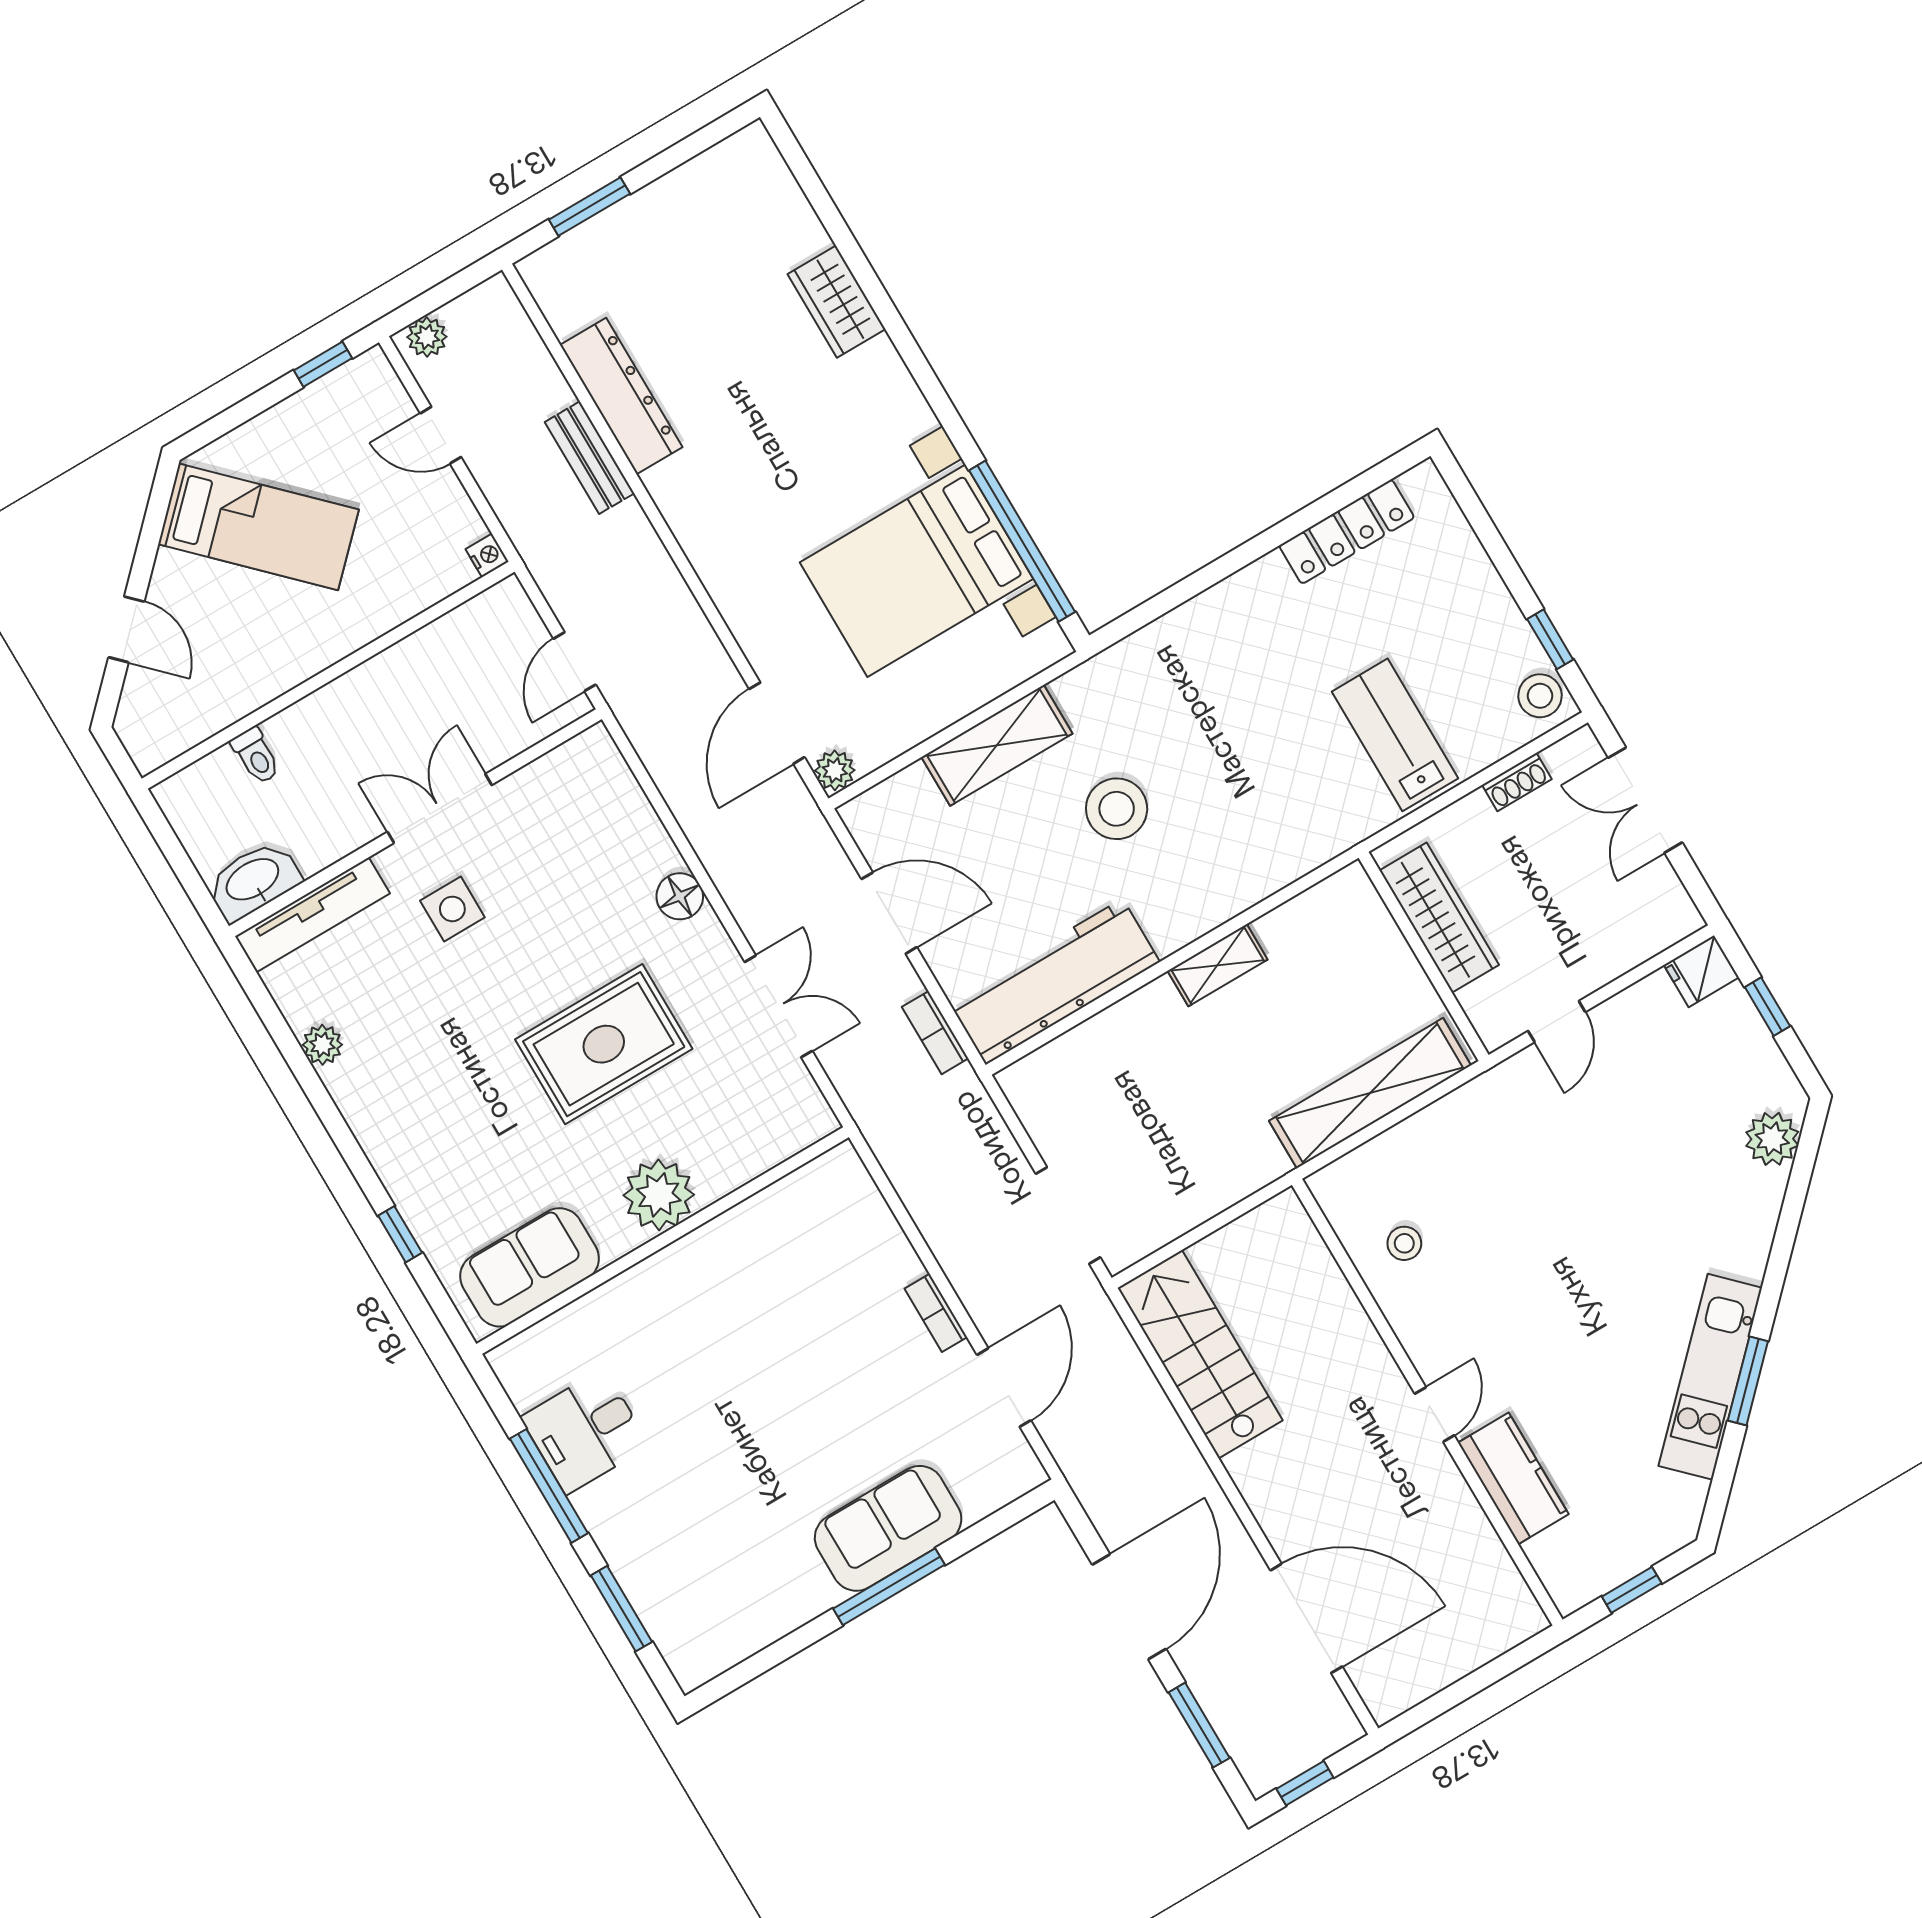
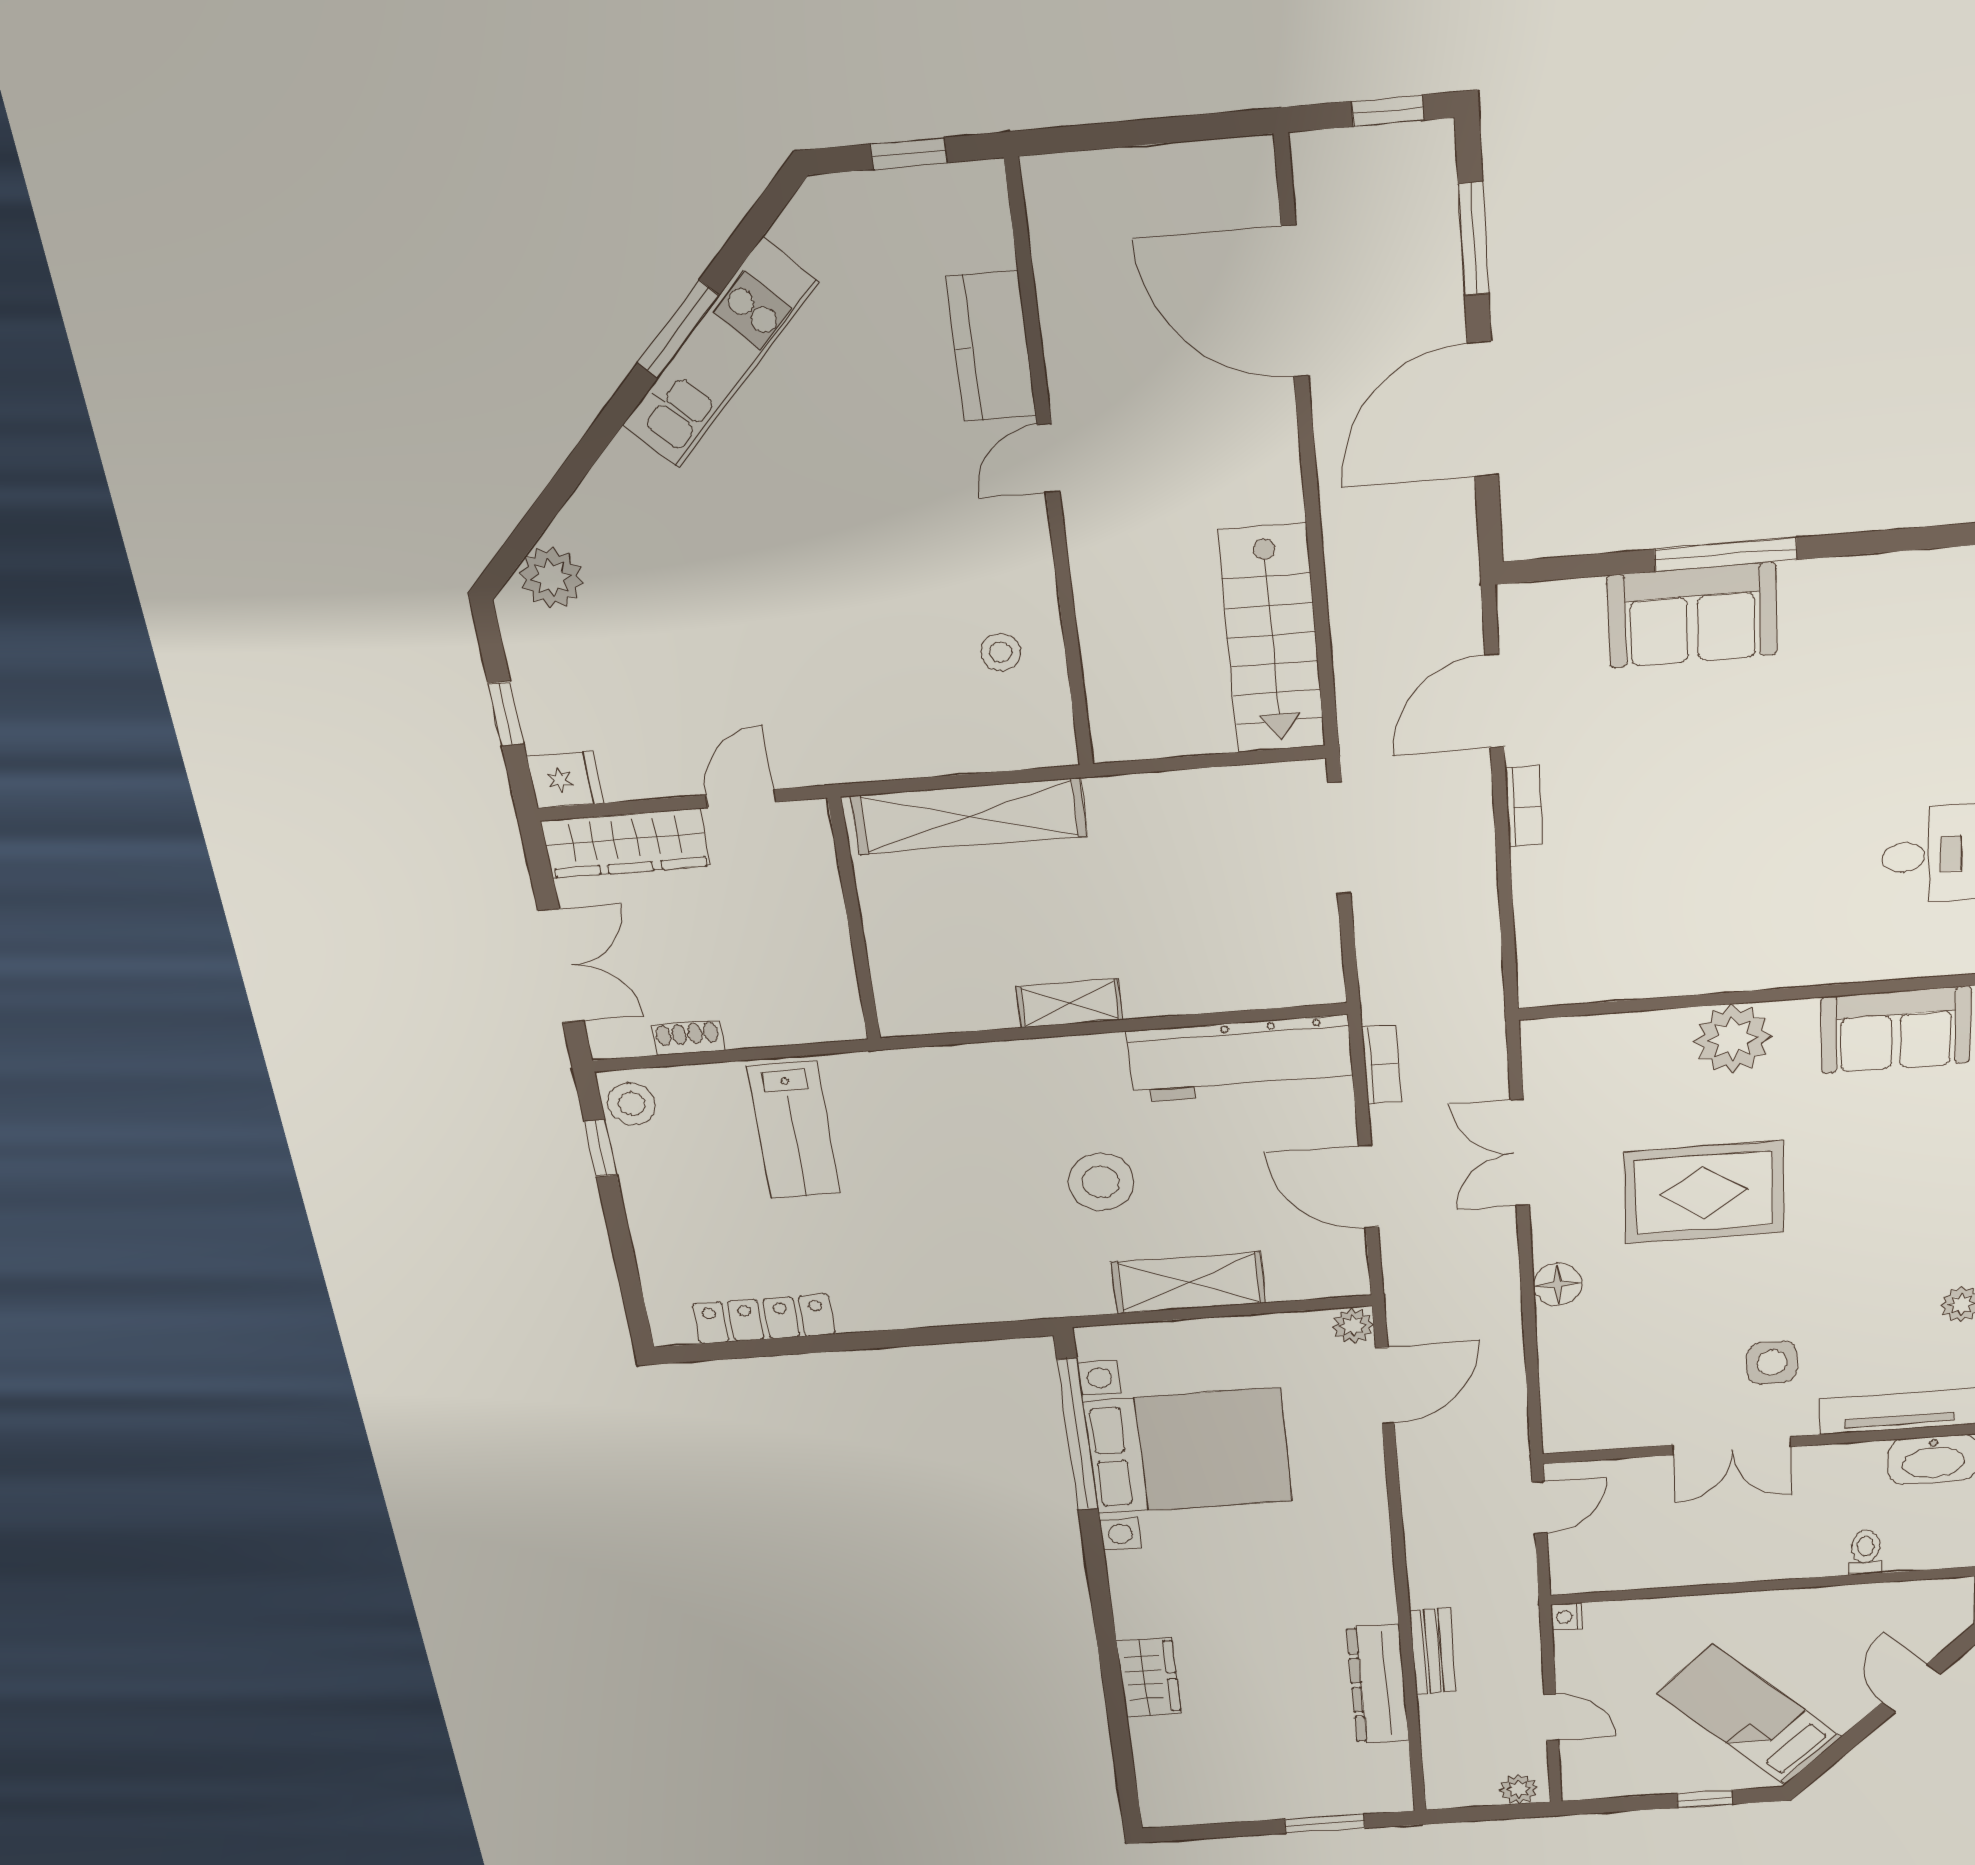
window: (323, 364) -> (1705, 1799), moved
wardrobe: (1439, 918) -> (626, 843), moved, turned -90

